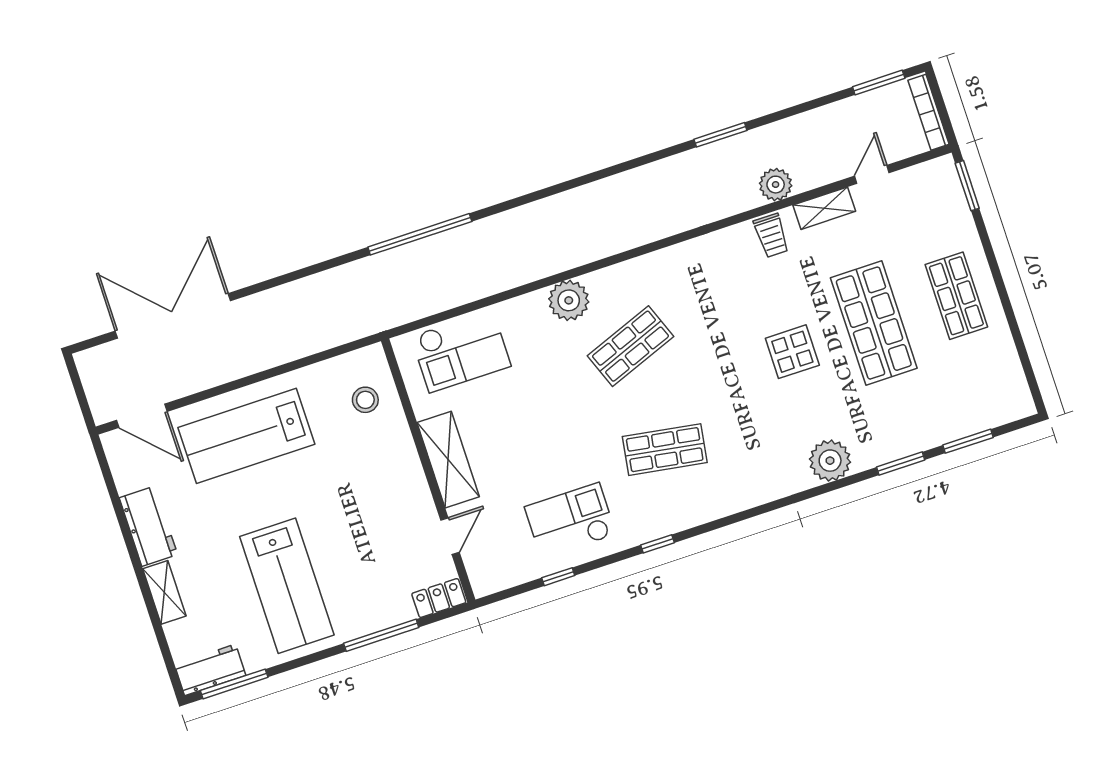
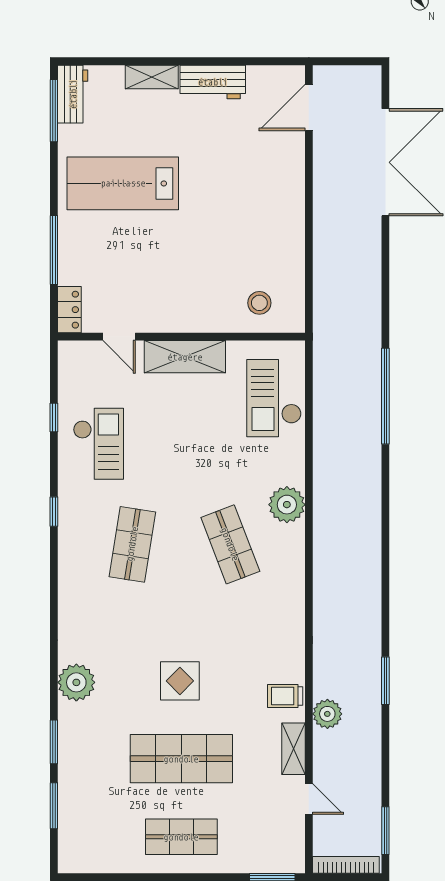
lab bench: (246, 436) -> (262, 191), removed

